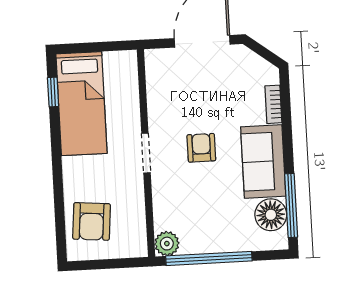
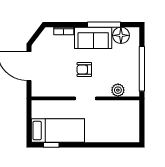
window: (291, 206) -> (104, 25), moved
armchair: (92, 221) -> (119, 129), removed
plant: (167, 244) -> (118, 90), moved

